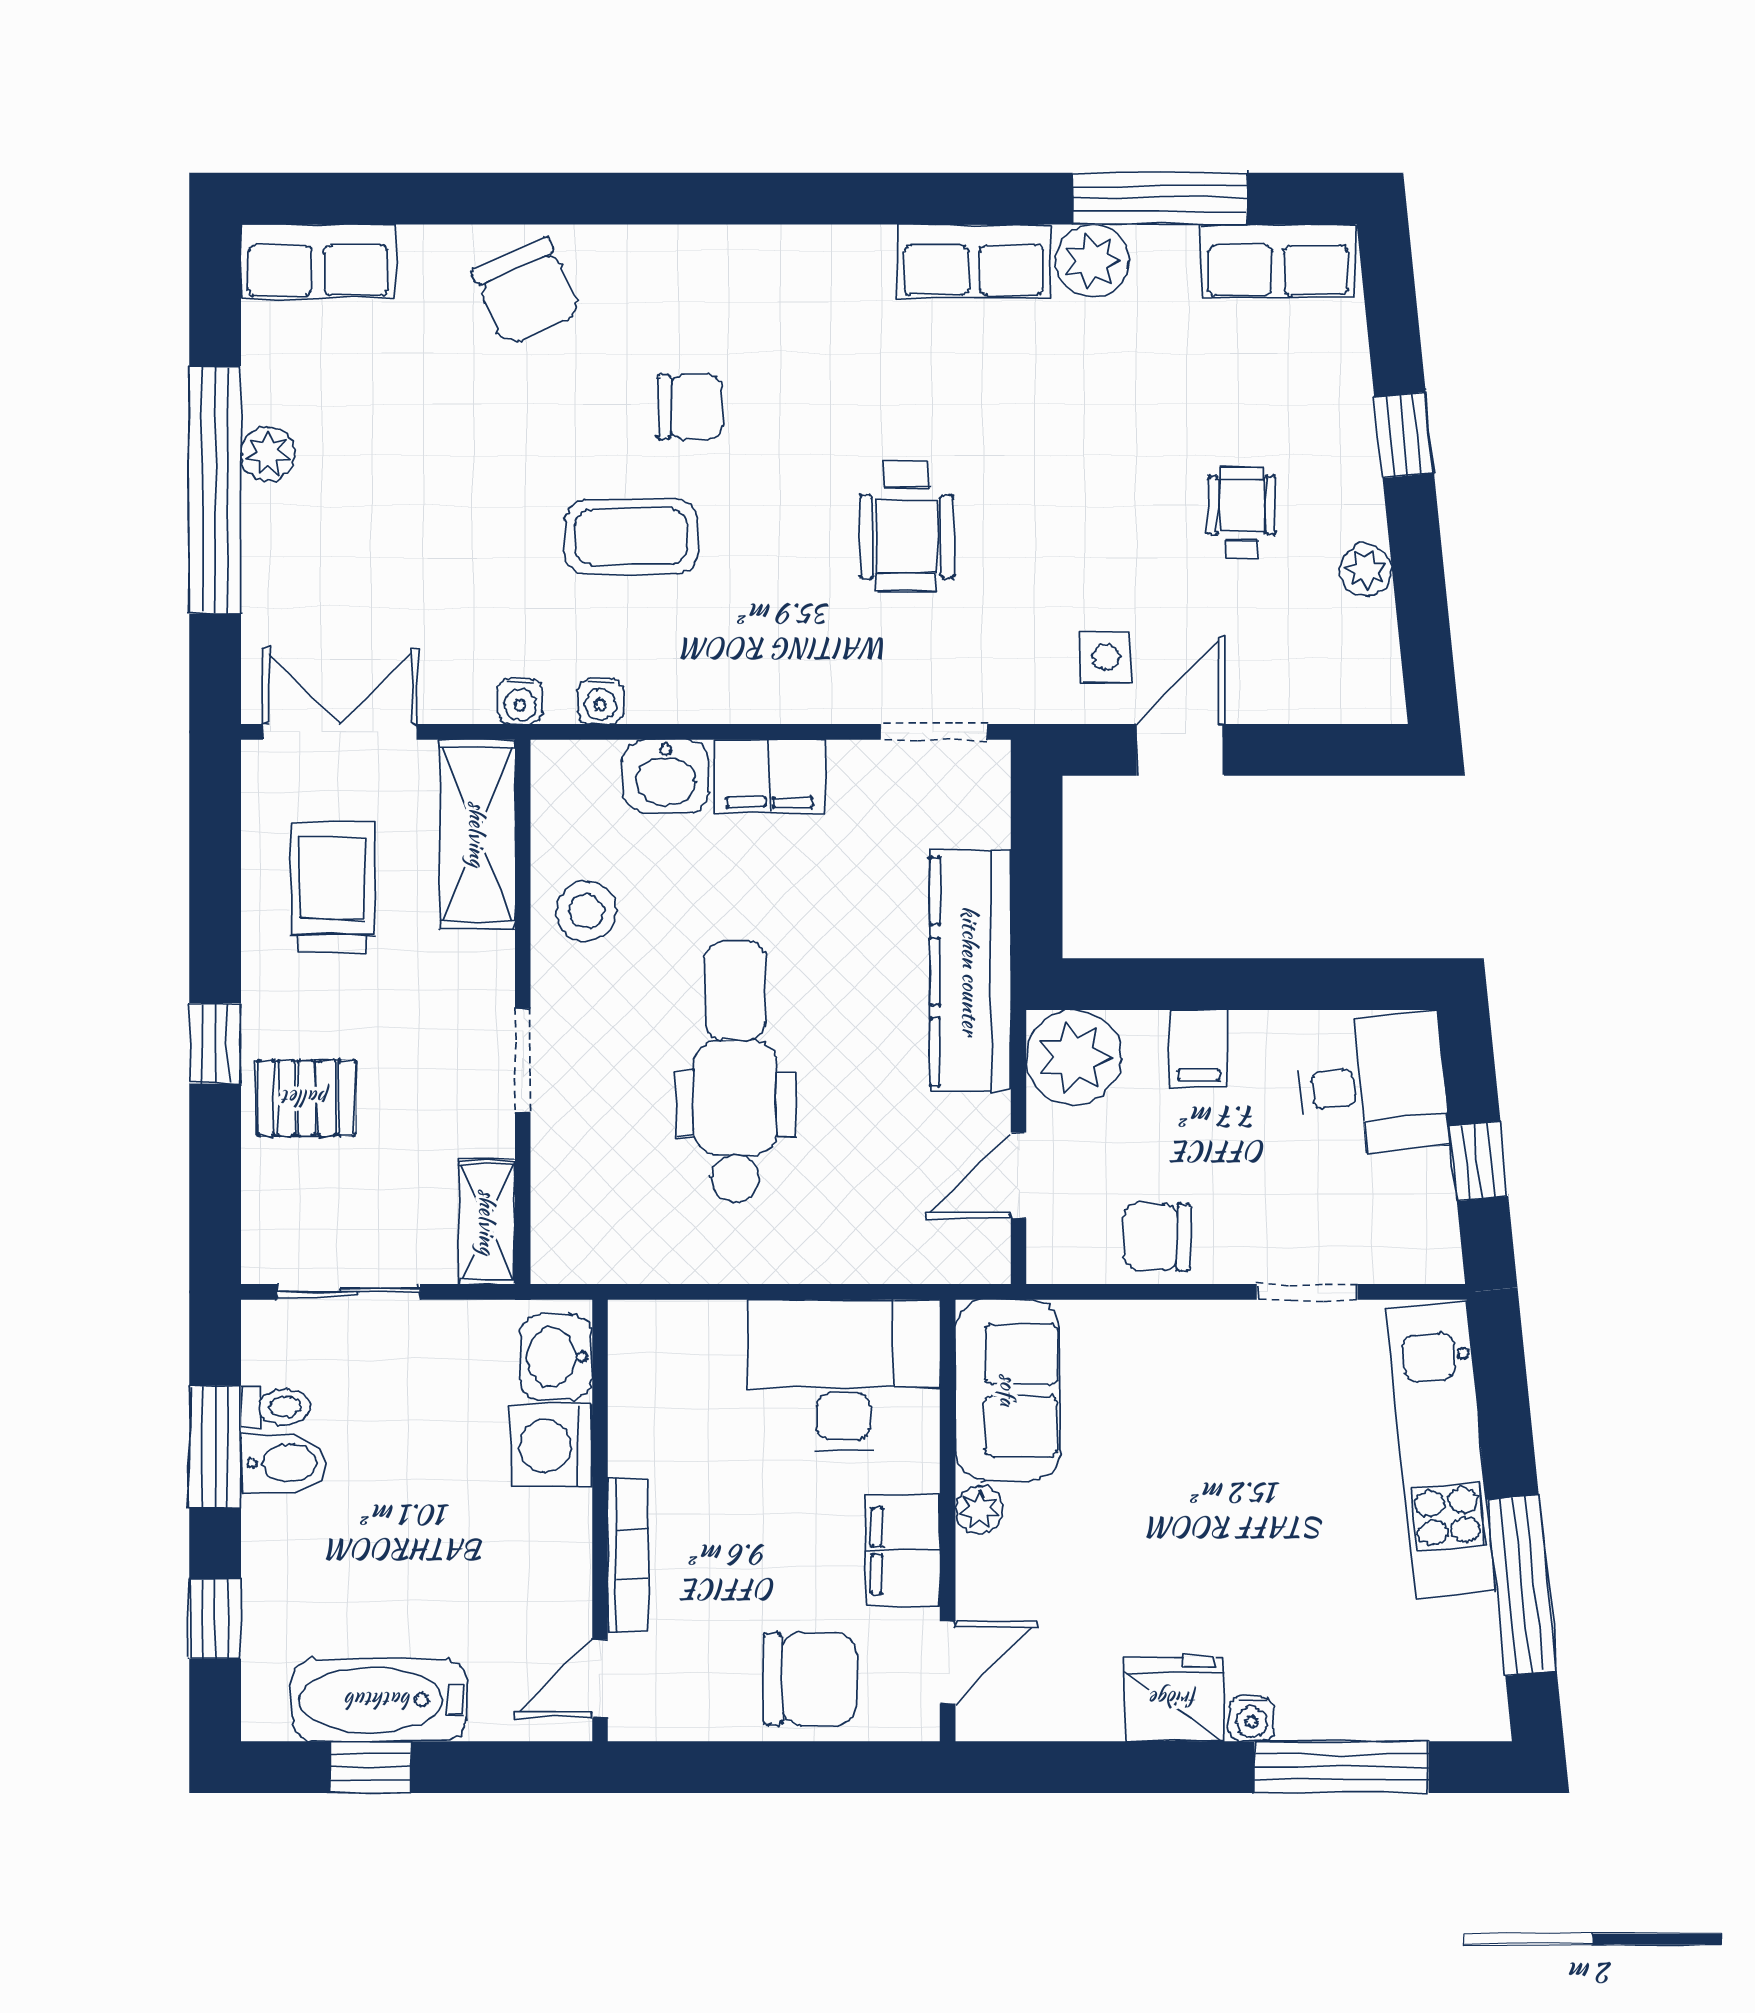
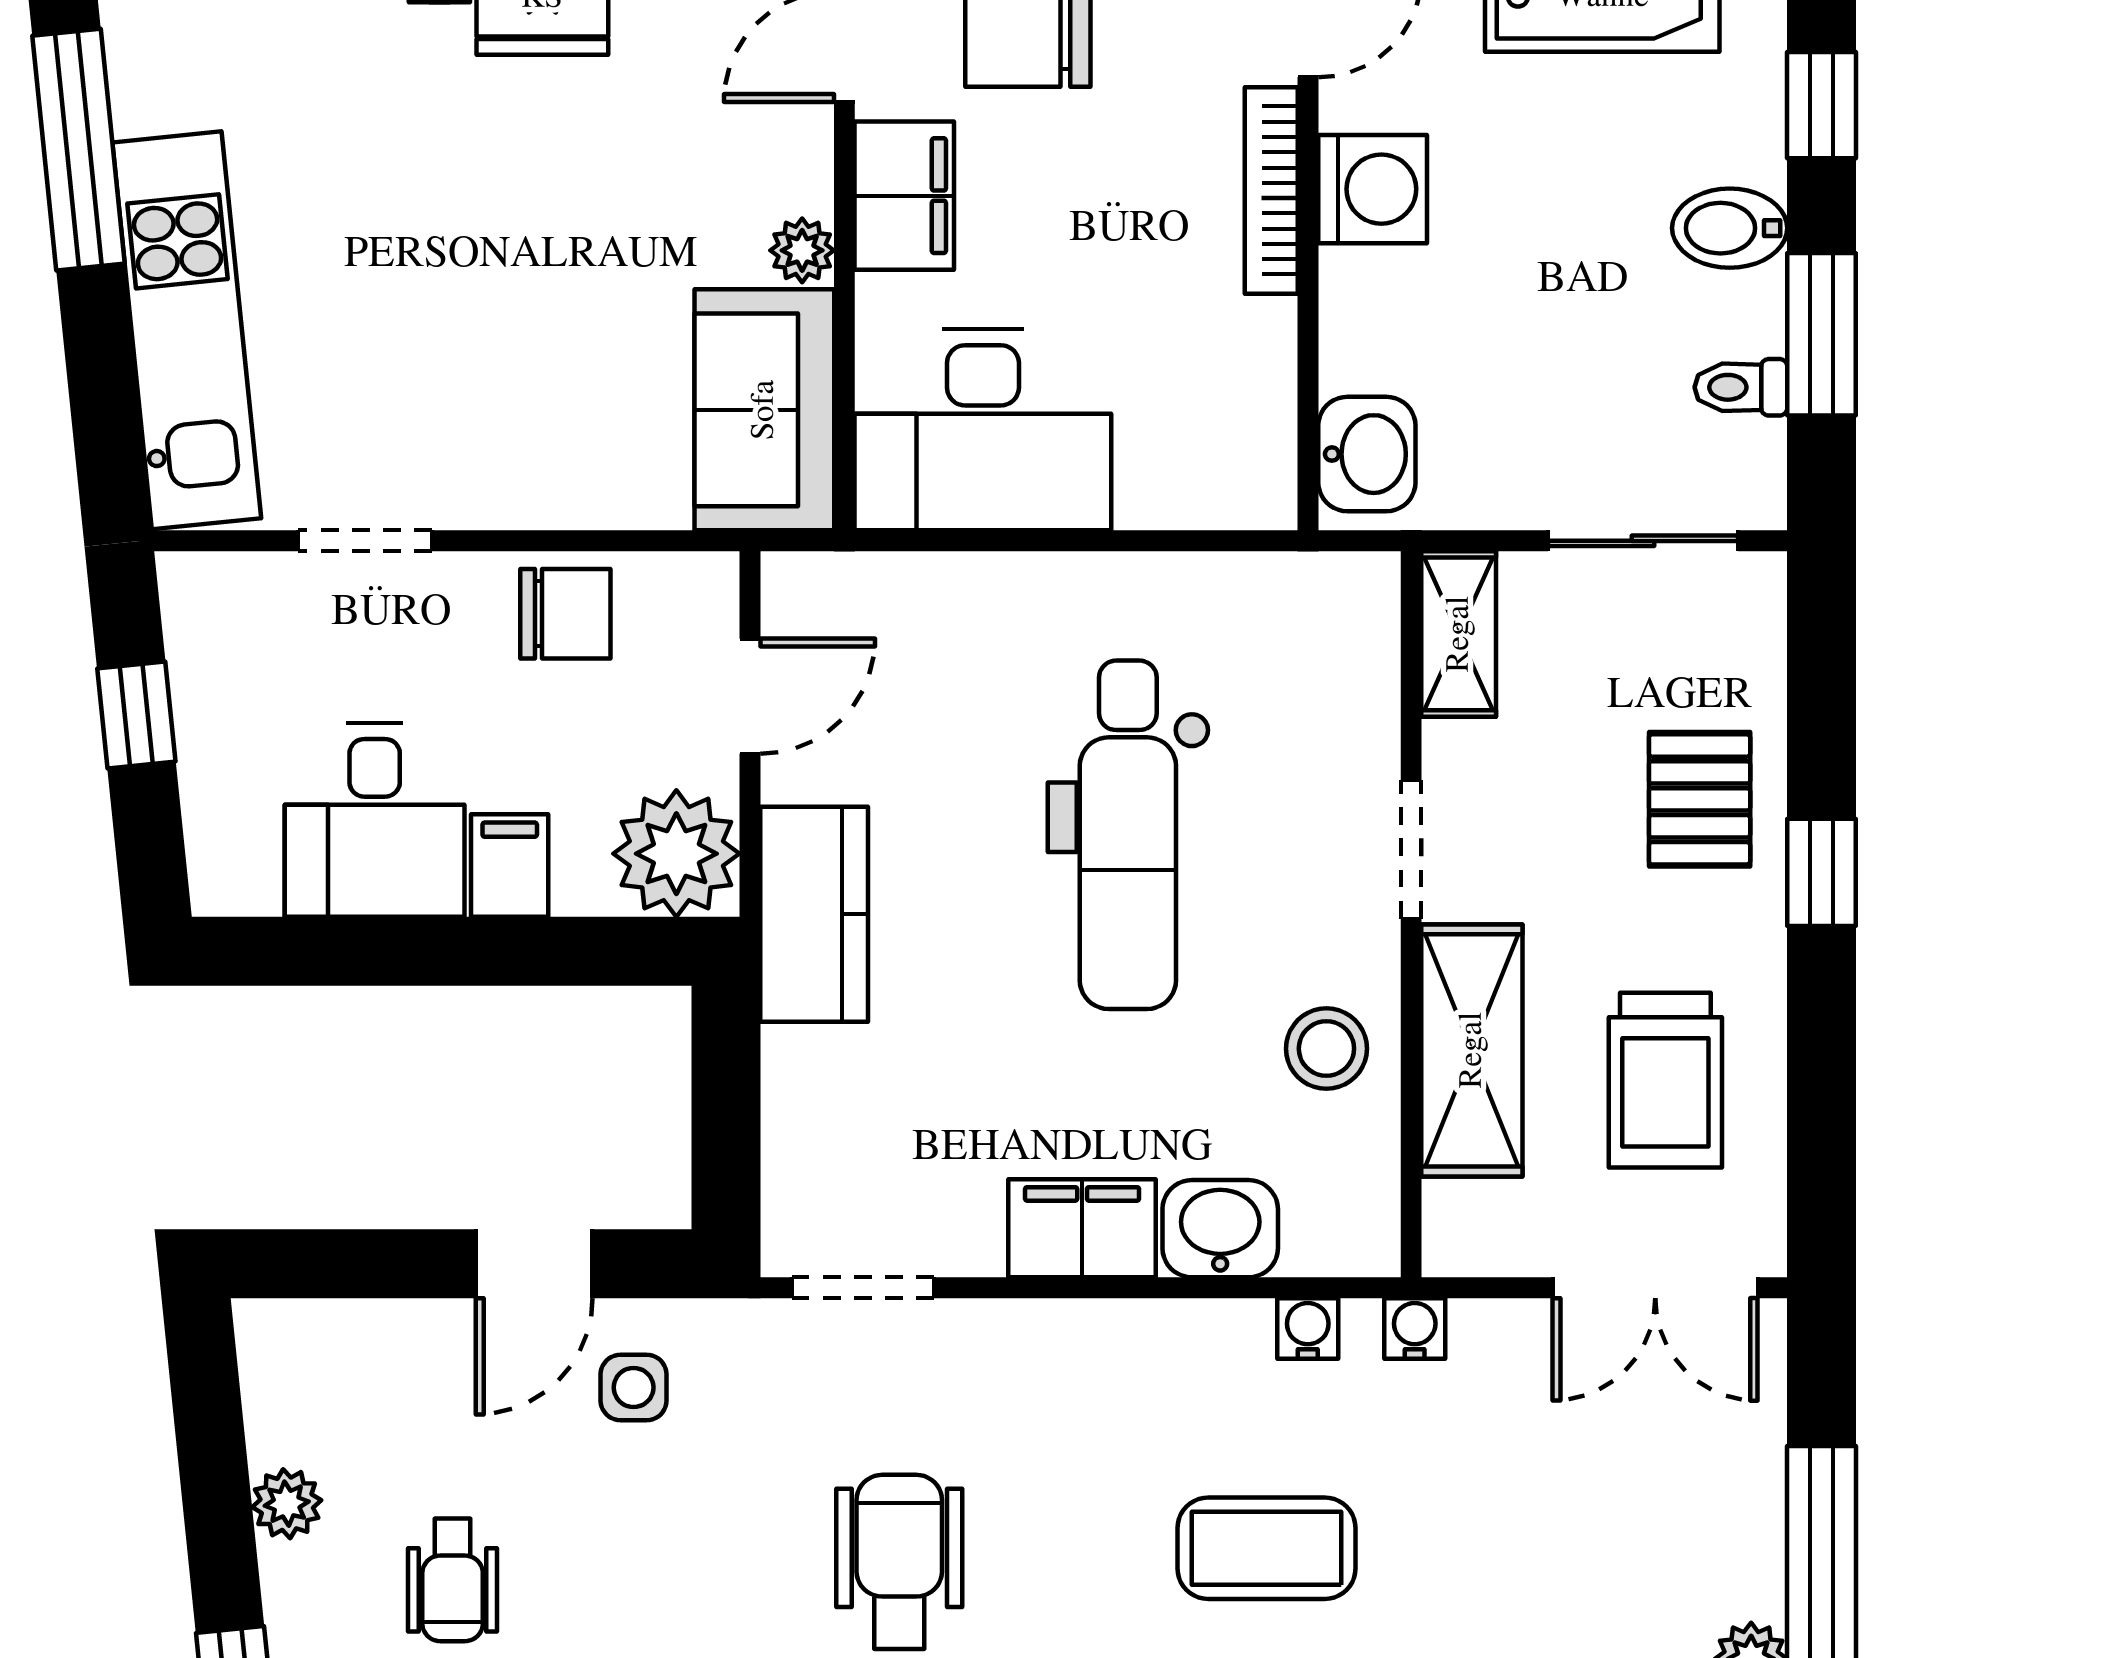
shelving: (477, 834) -> (1472, 1050), moved
kitchen counter: (970, 971) -> (814, 914), width x0.67
desk: (1372, 1085) -> (375, 820), moved, turned -84
pallet: (306, 1098) -> (1700, 799), turned 90
washing machine: (552, 1446) -> (1373, 189), moved
bidet: (284, 1463) -> (1730, 228), moved

